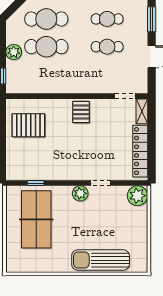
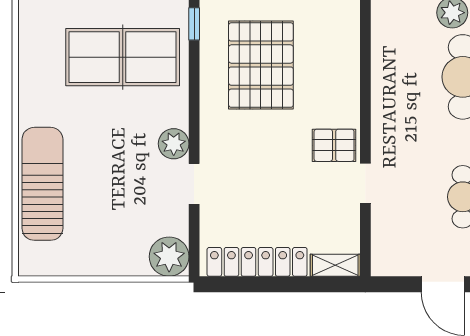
doorway: (125, 96) -> (365, 183), moved
pallet: (28, 125) -> (261, 65), moved, width x1.37, depth x1.41
window: (36, 183) -> (194, 24), moved

